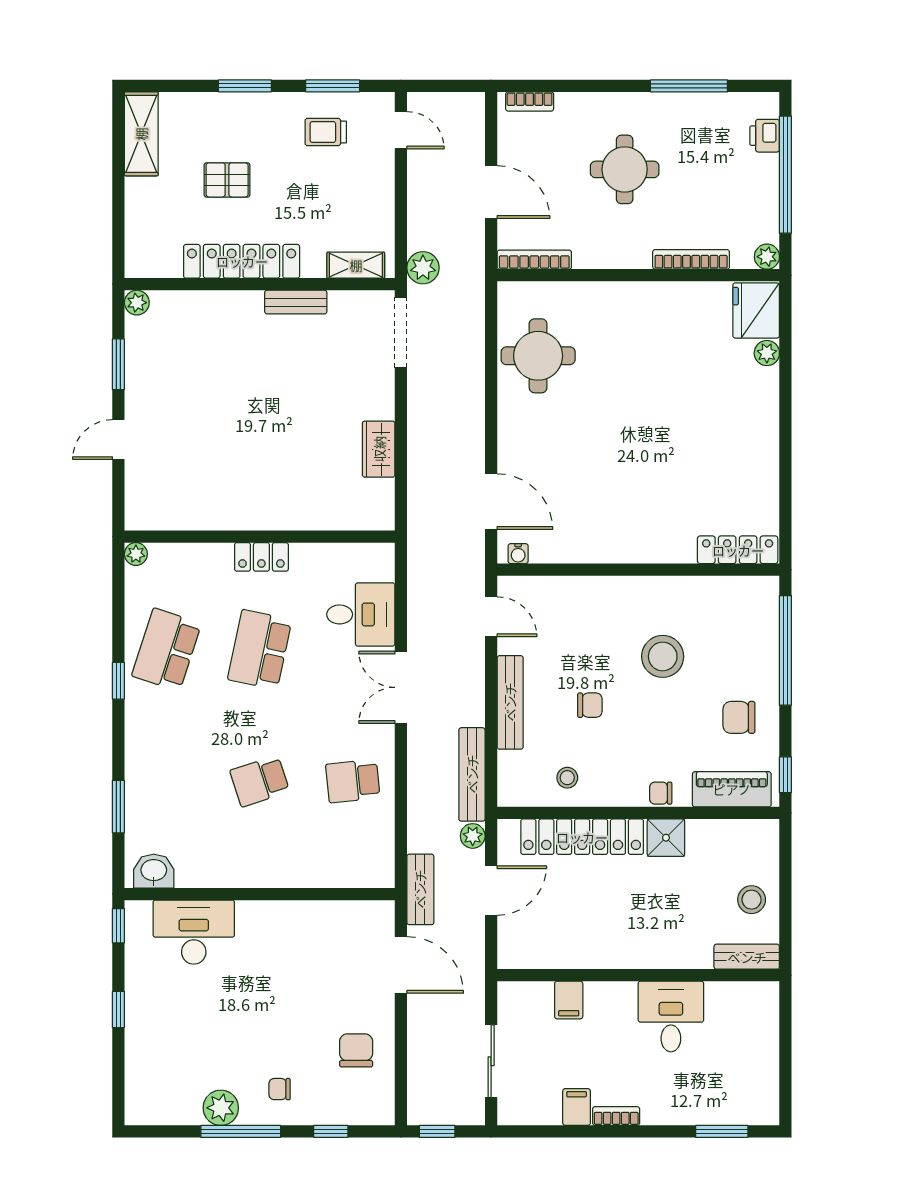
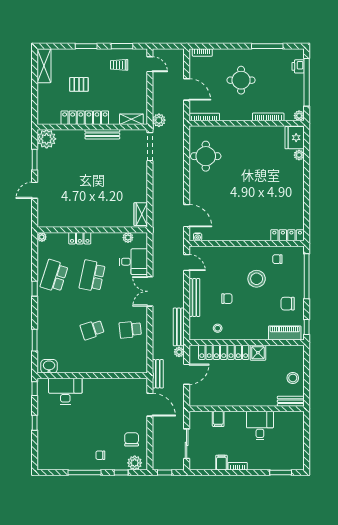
bench: (296, 302) -> (102, 134), width x1.36
plant: (137, 303) -> (47, 139), width x1.87, depth x1.87
wardrobe: (379, 449) -> (141, 214), moved
plant: (347, 555) -> (128, 238), added
locker: (261, 557) -> (80, 238), moved
chair: (661, 793) -> (277, 259), moved
plant: (221, 1108) -> (135, 463), moved

